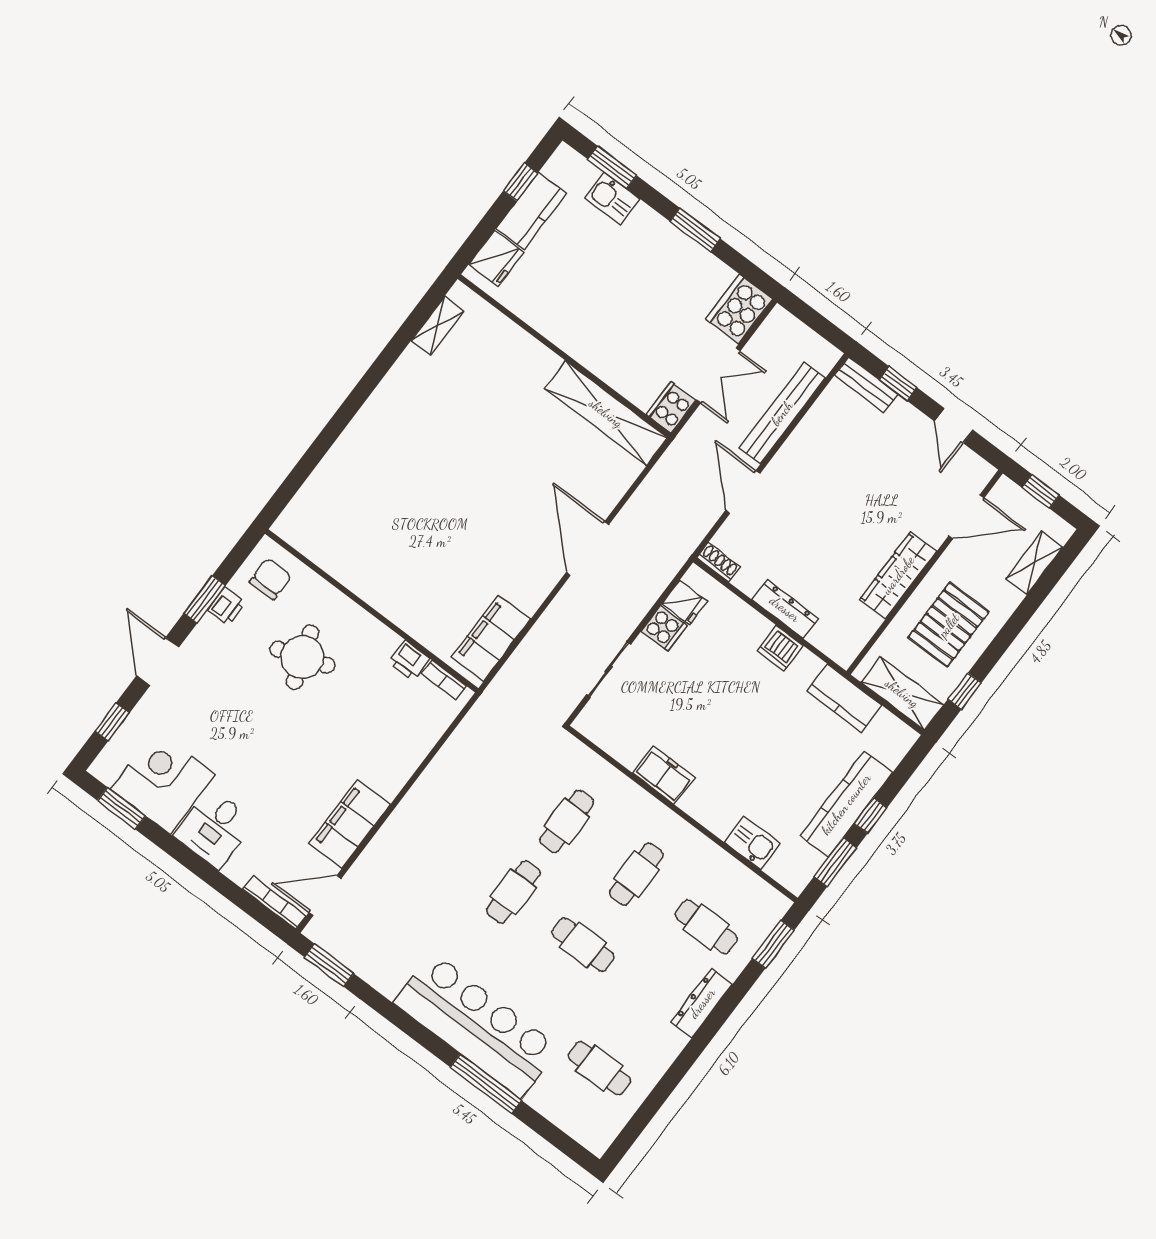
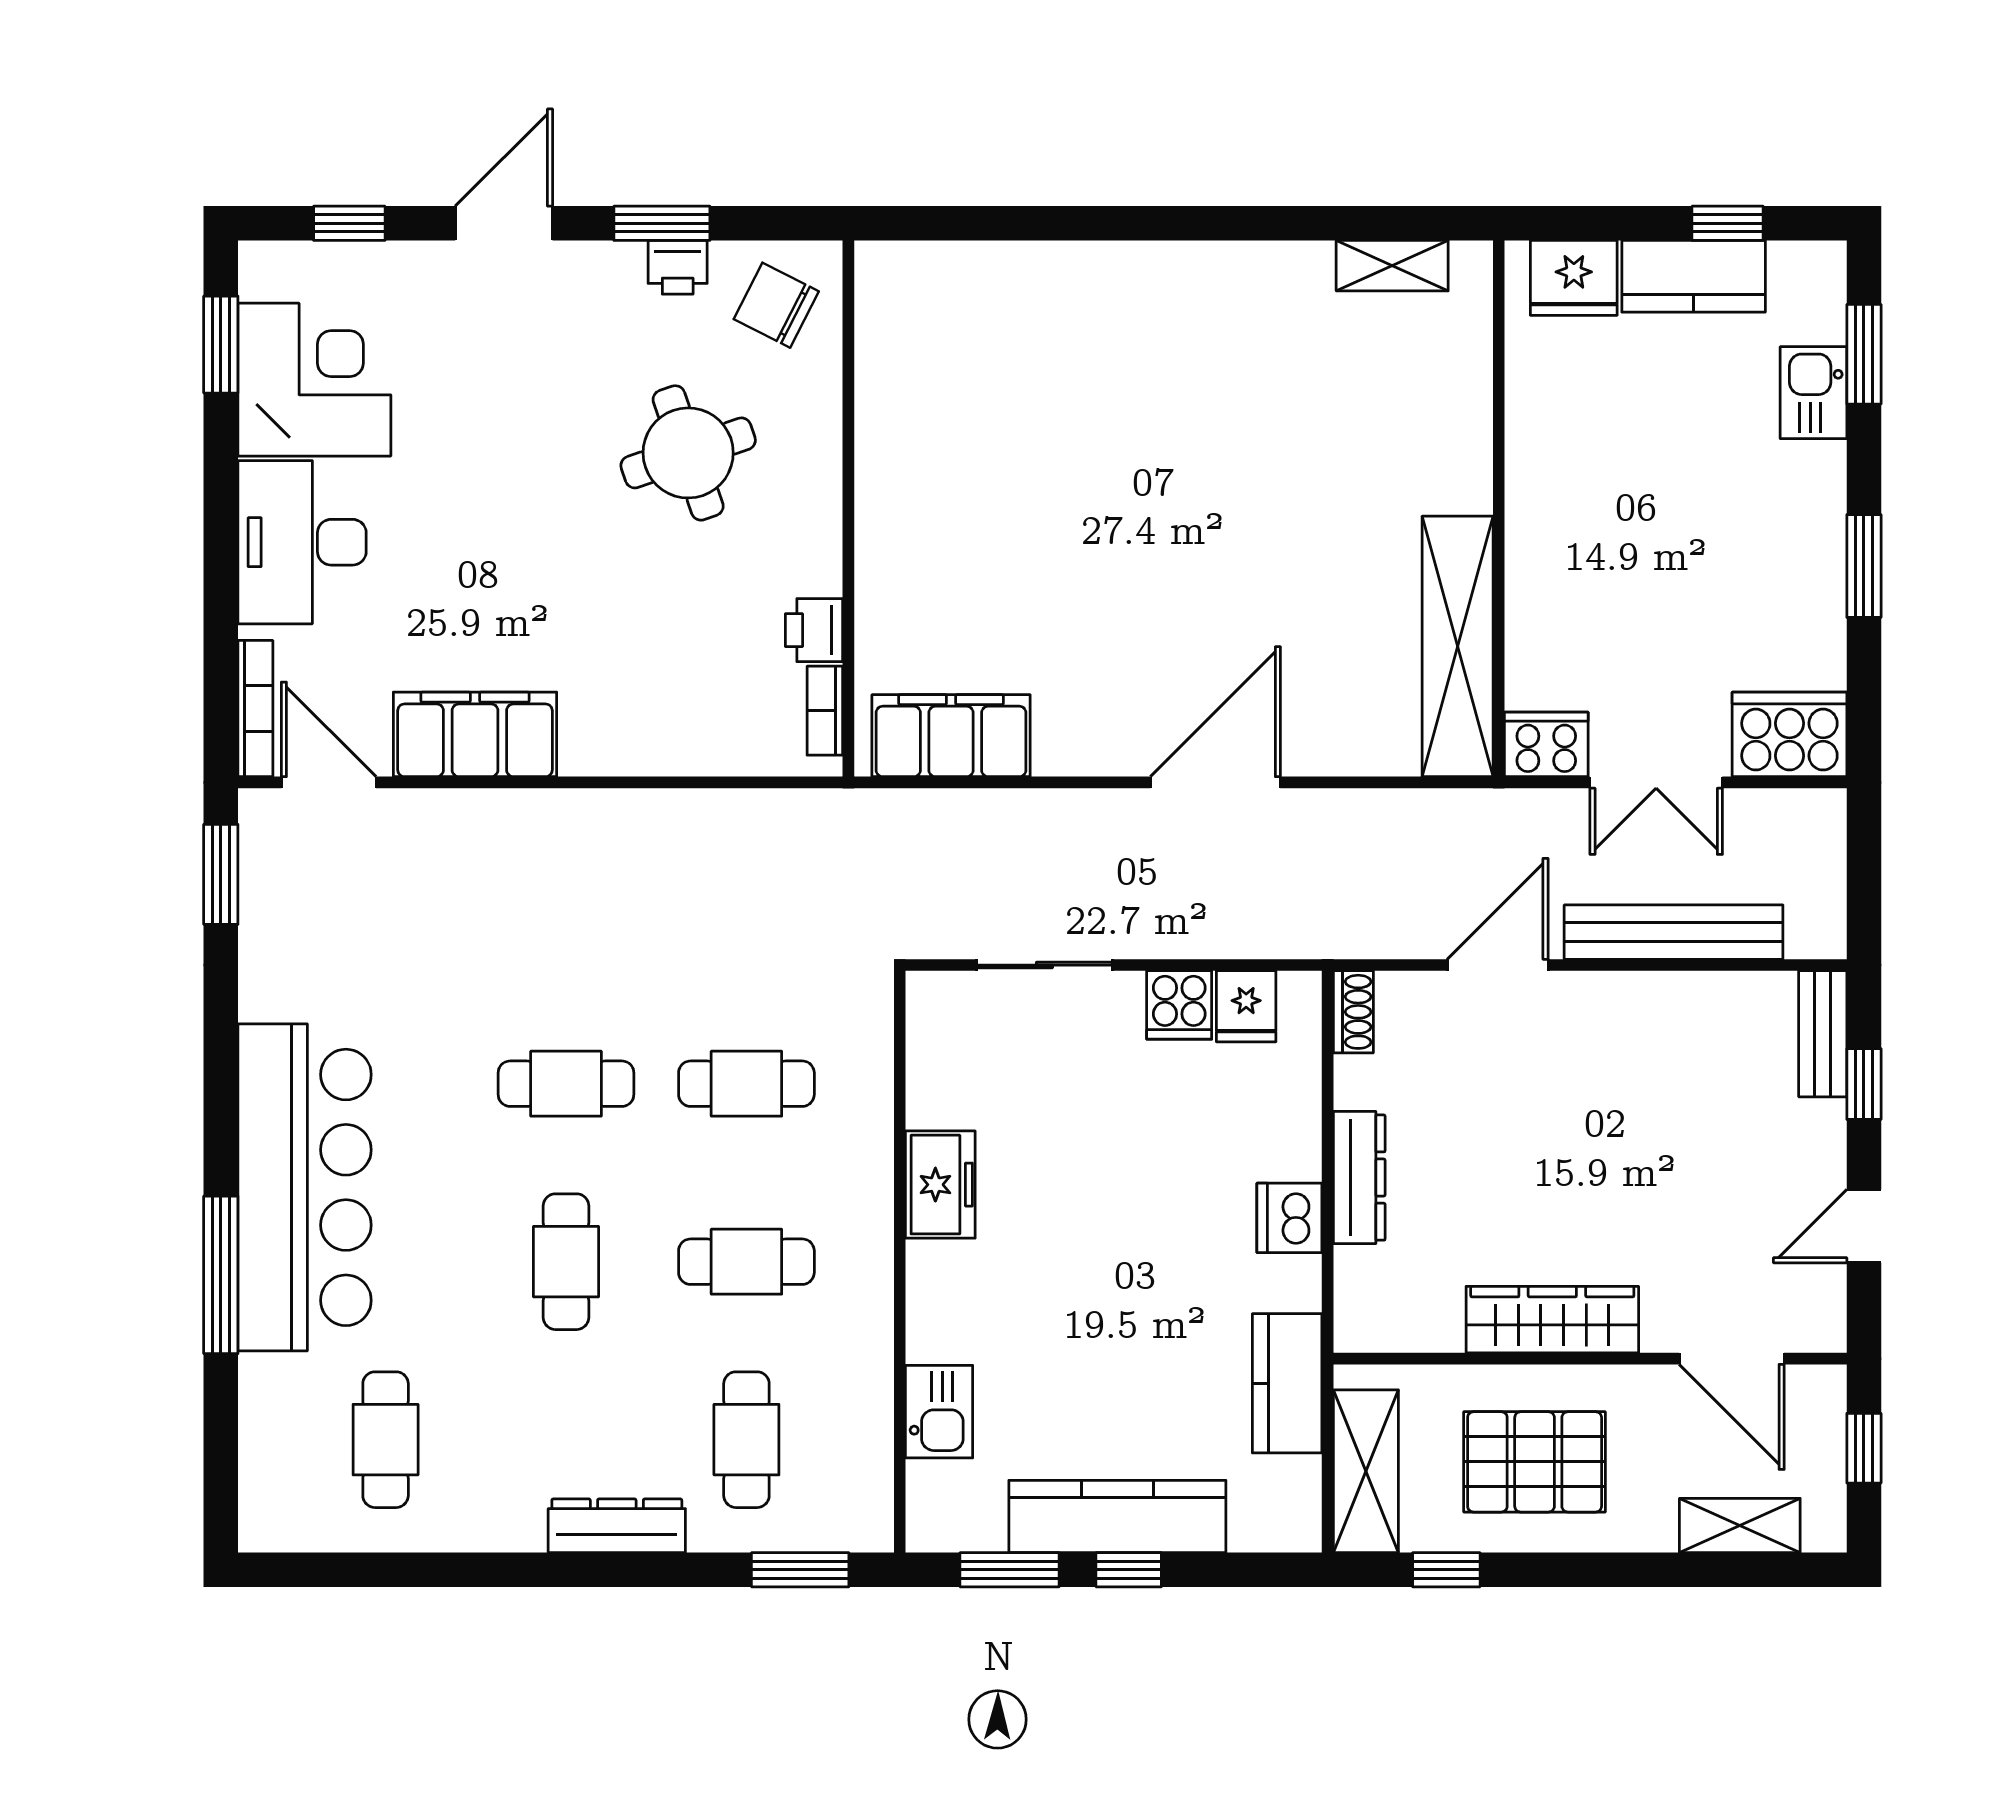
chair: (271, 579) -> (776, 305), turned -153
desk: (214, 828) -> (302, 542), width x1.37

